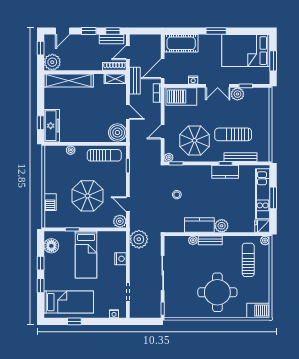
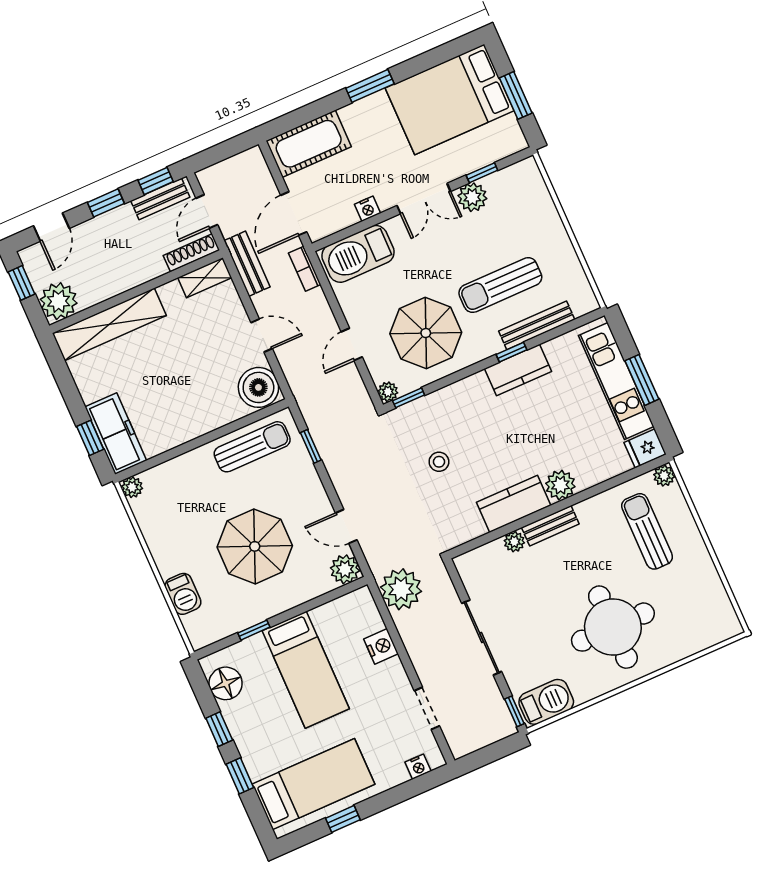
plant: (71, 150) -> (132, 487), moved
barbecue: (258, 311) -> (546, 702), moved

